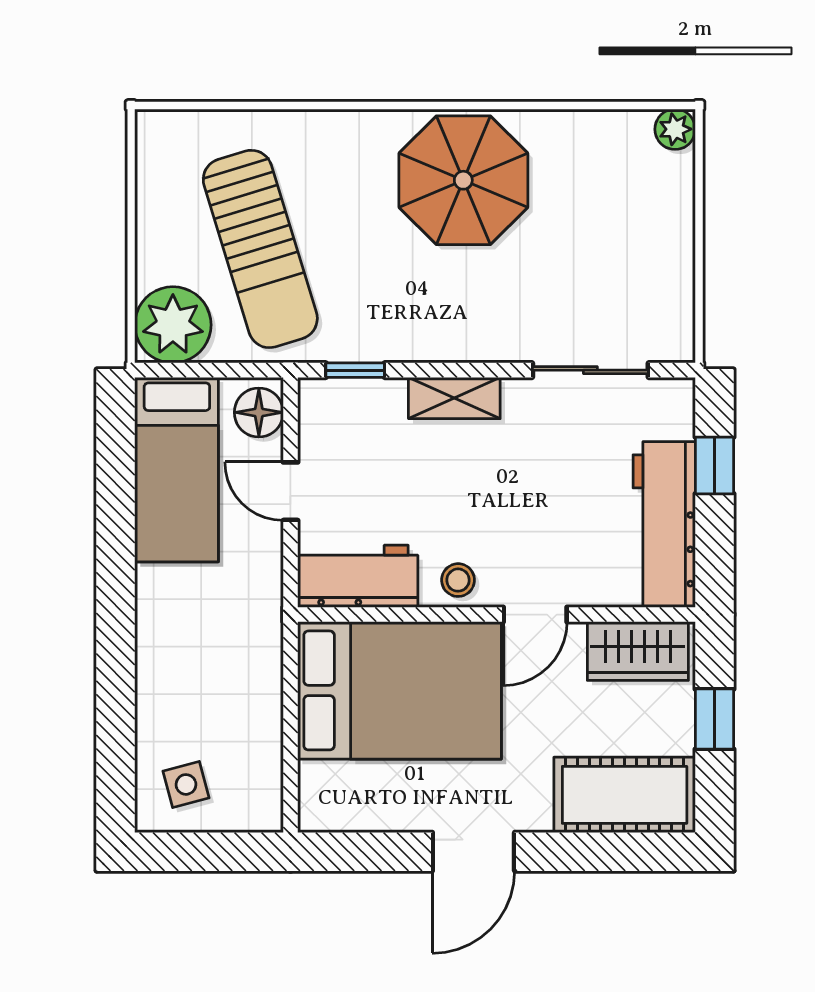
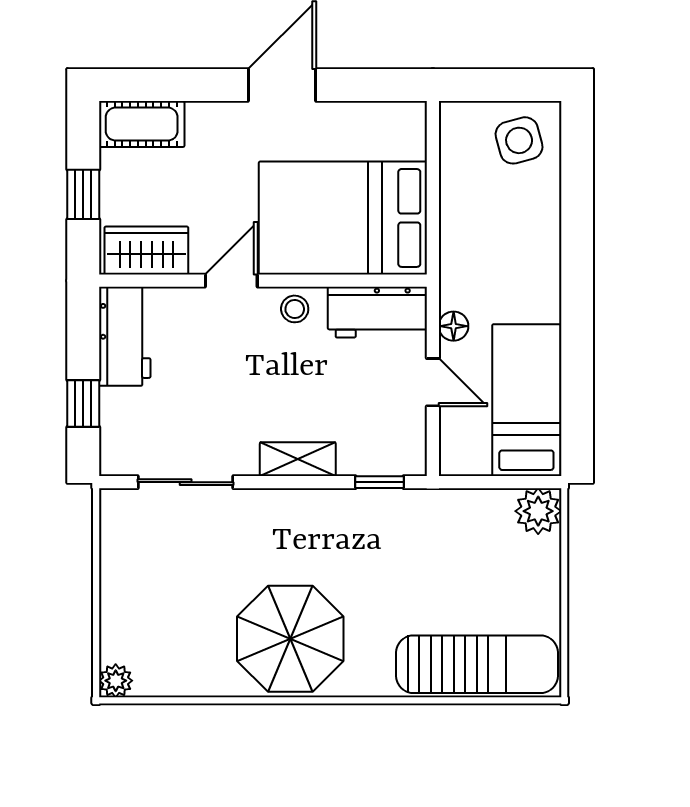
sun lounger: (260, 249) -> (477, 664), moved, turned 107
plant: (173, 325) -> (538, 511), width x0.73, depth x0.73
floor lamp: (259, 412) -> (454, 326), moved, width x0.73, depth x0.73
workbench: (664, 524) -> (125, 336), width x0.73
side table: (186, 784) -> (519, 140), width x1.37, depth x1.37
cot: (625, 795) -> (142, 124), width x0.73, depth x0.75

